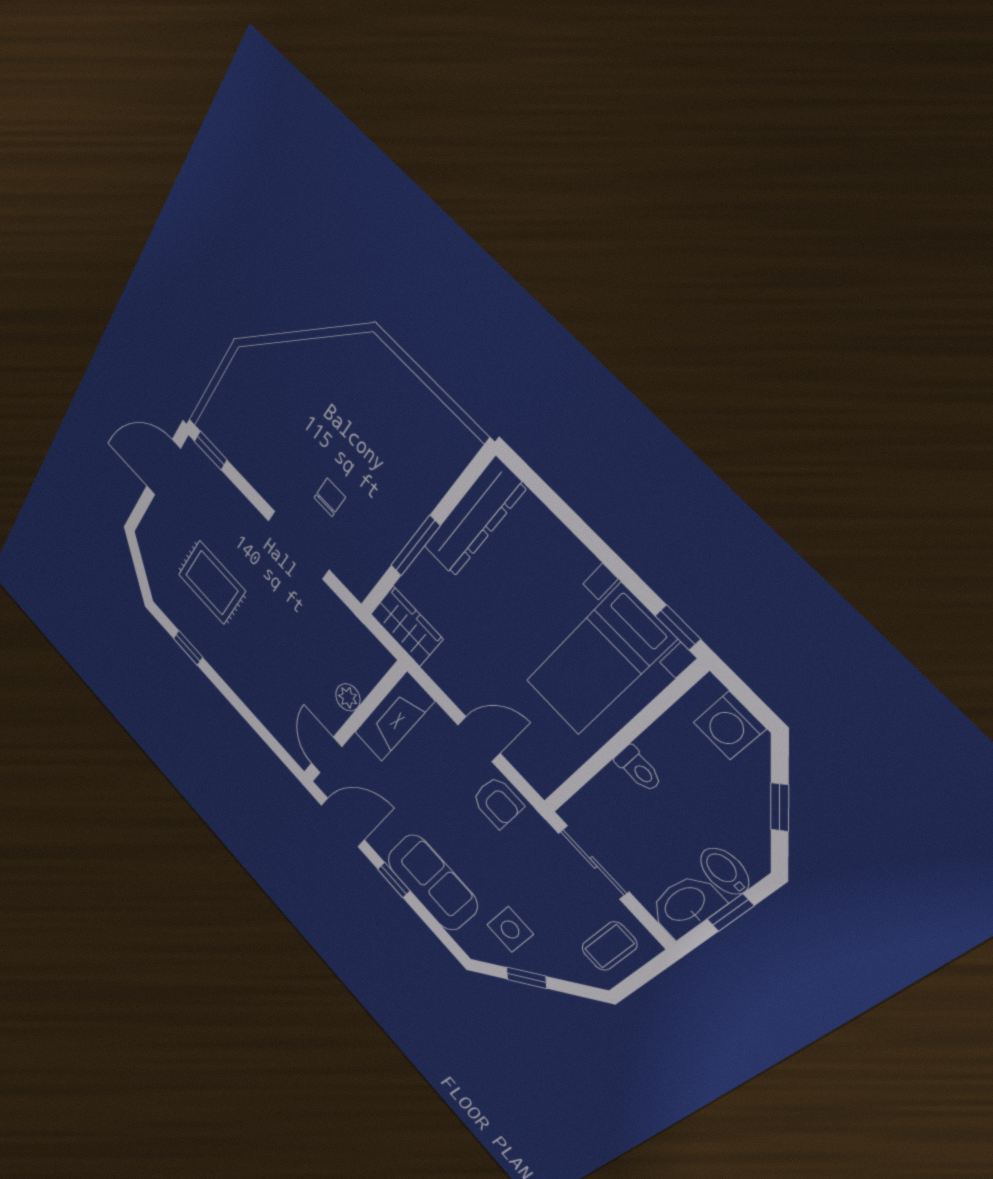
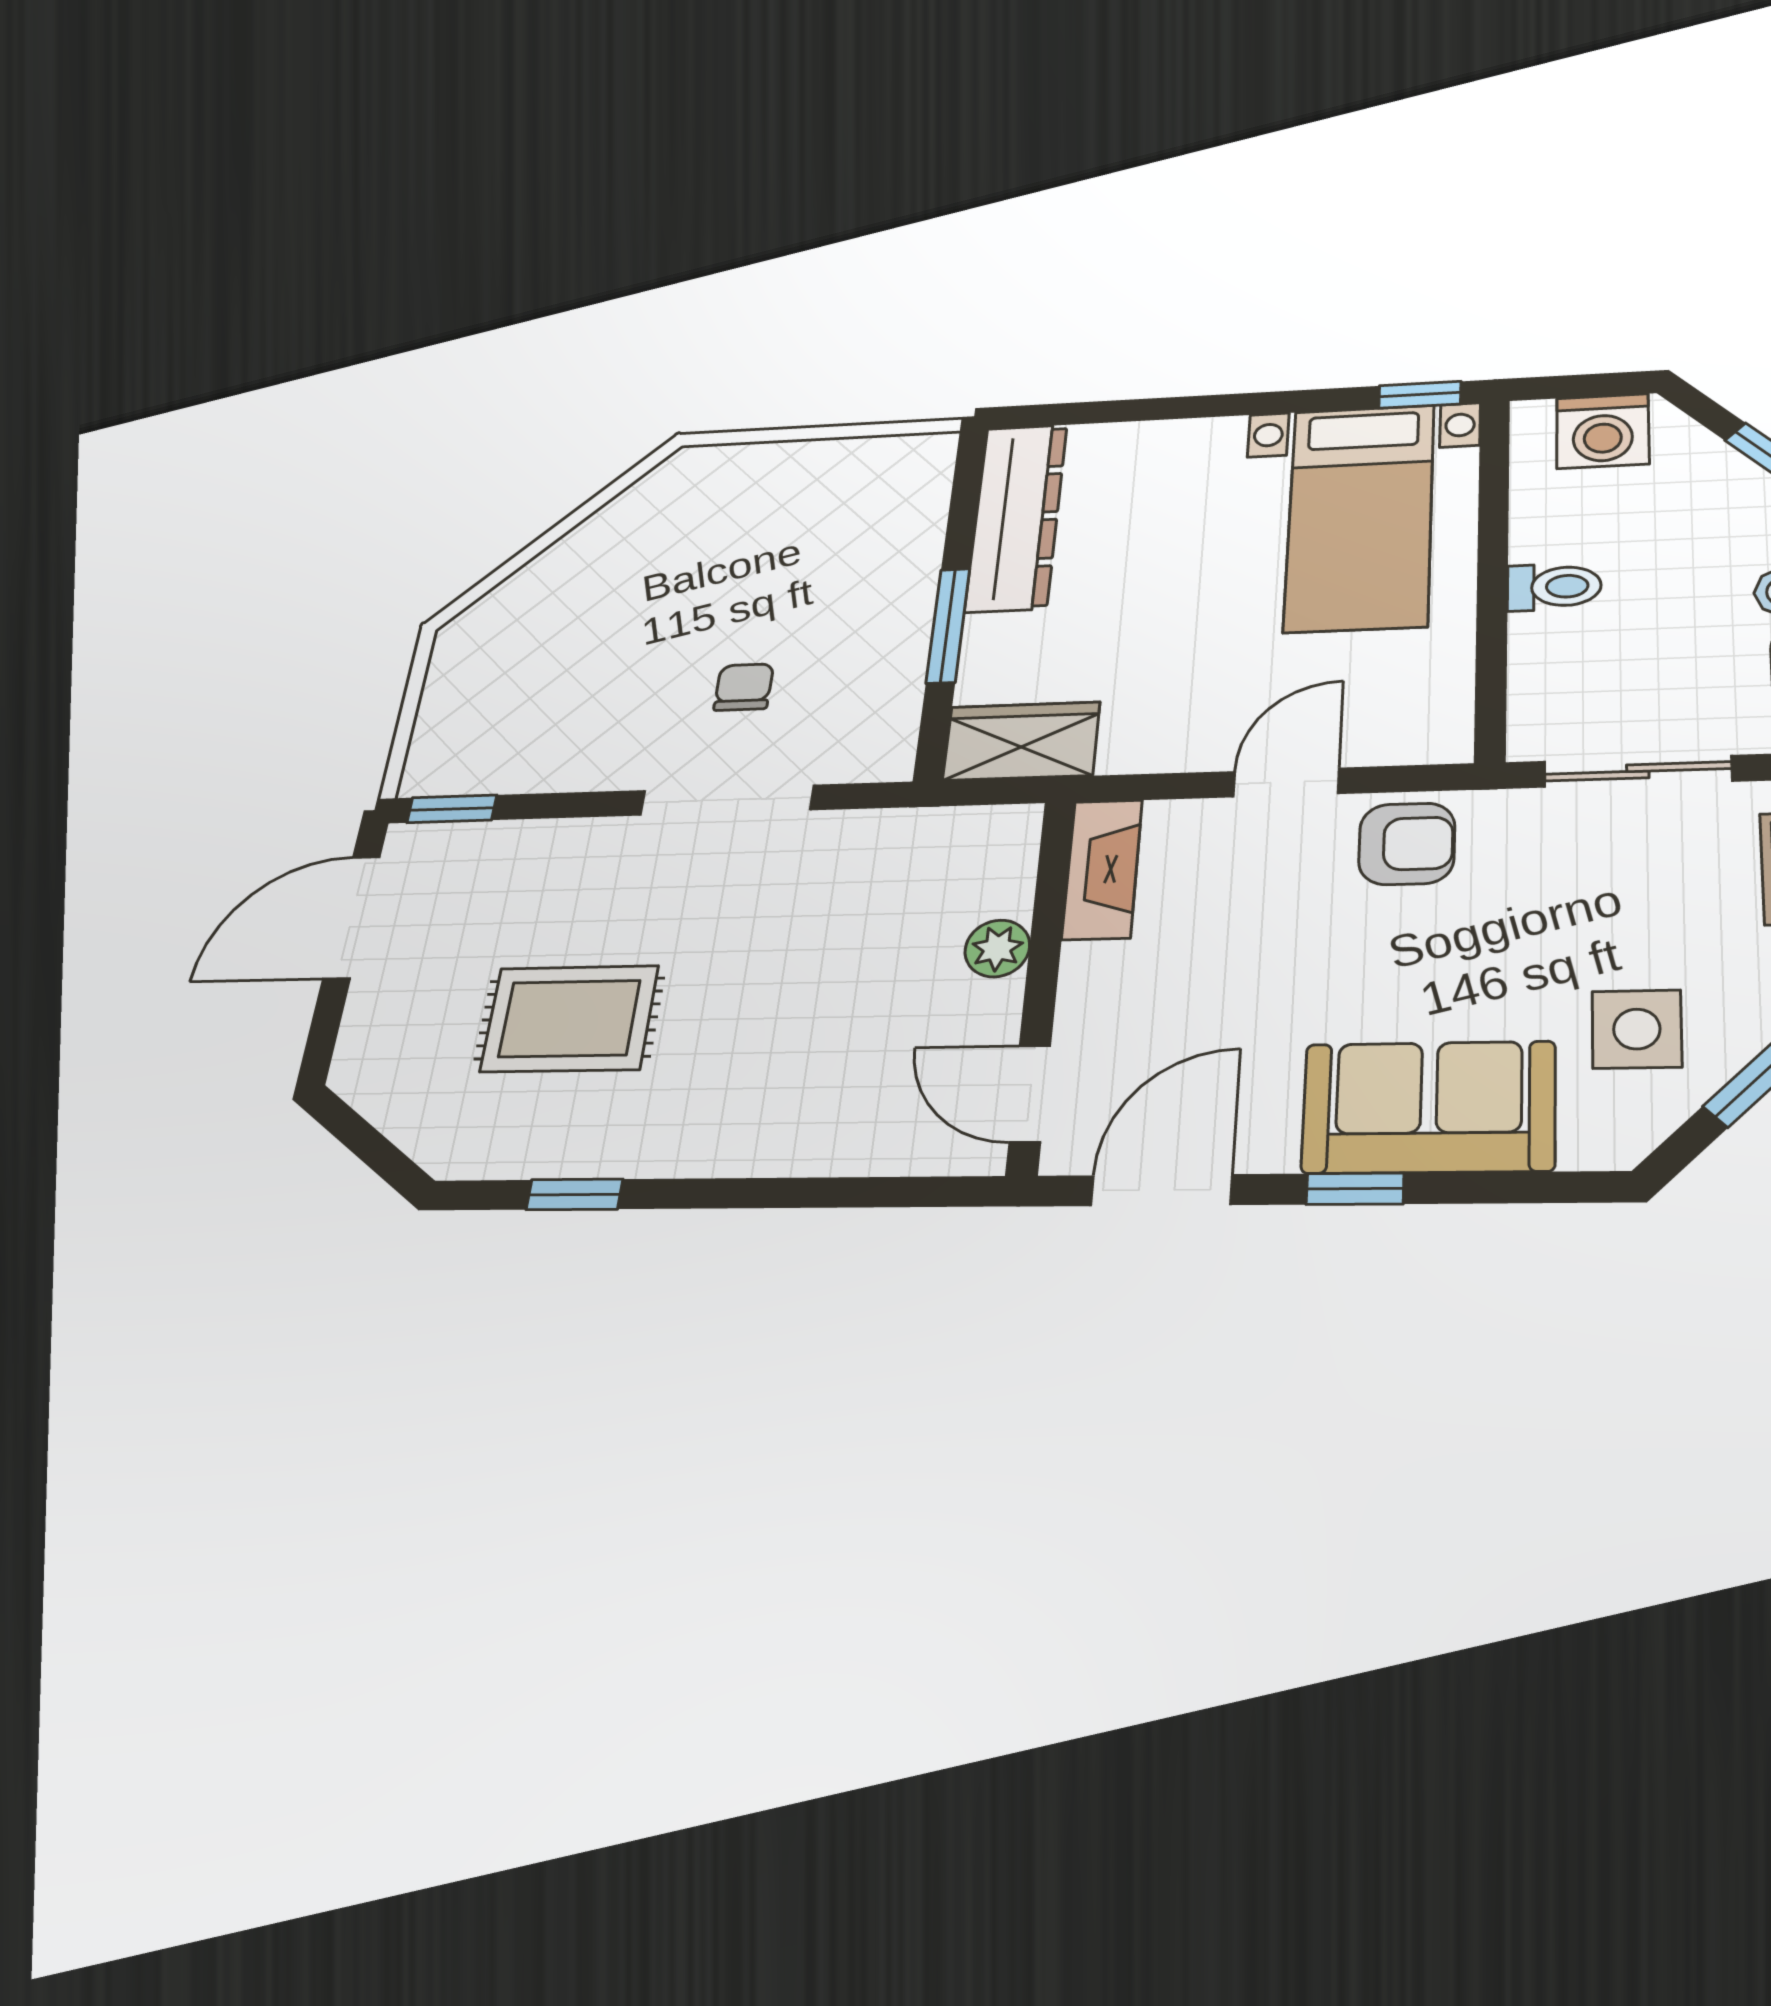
fireplace: (394, 717) -> (1102, 869), width x0.73, depth x0.76

